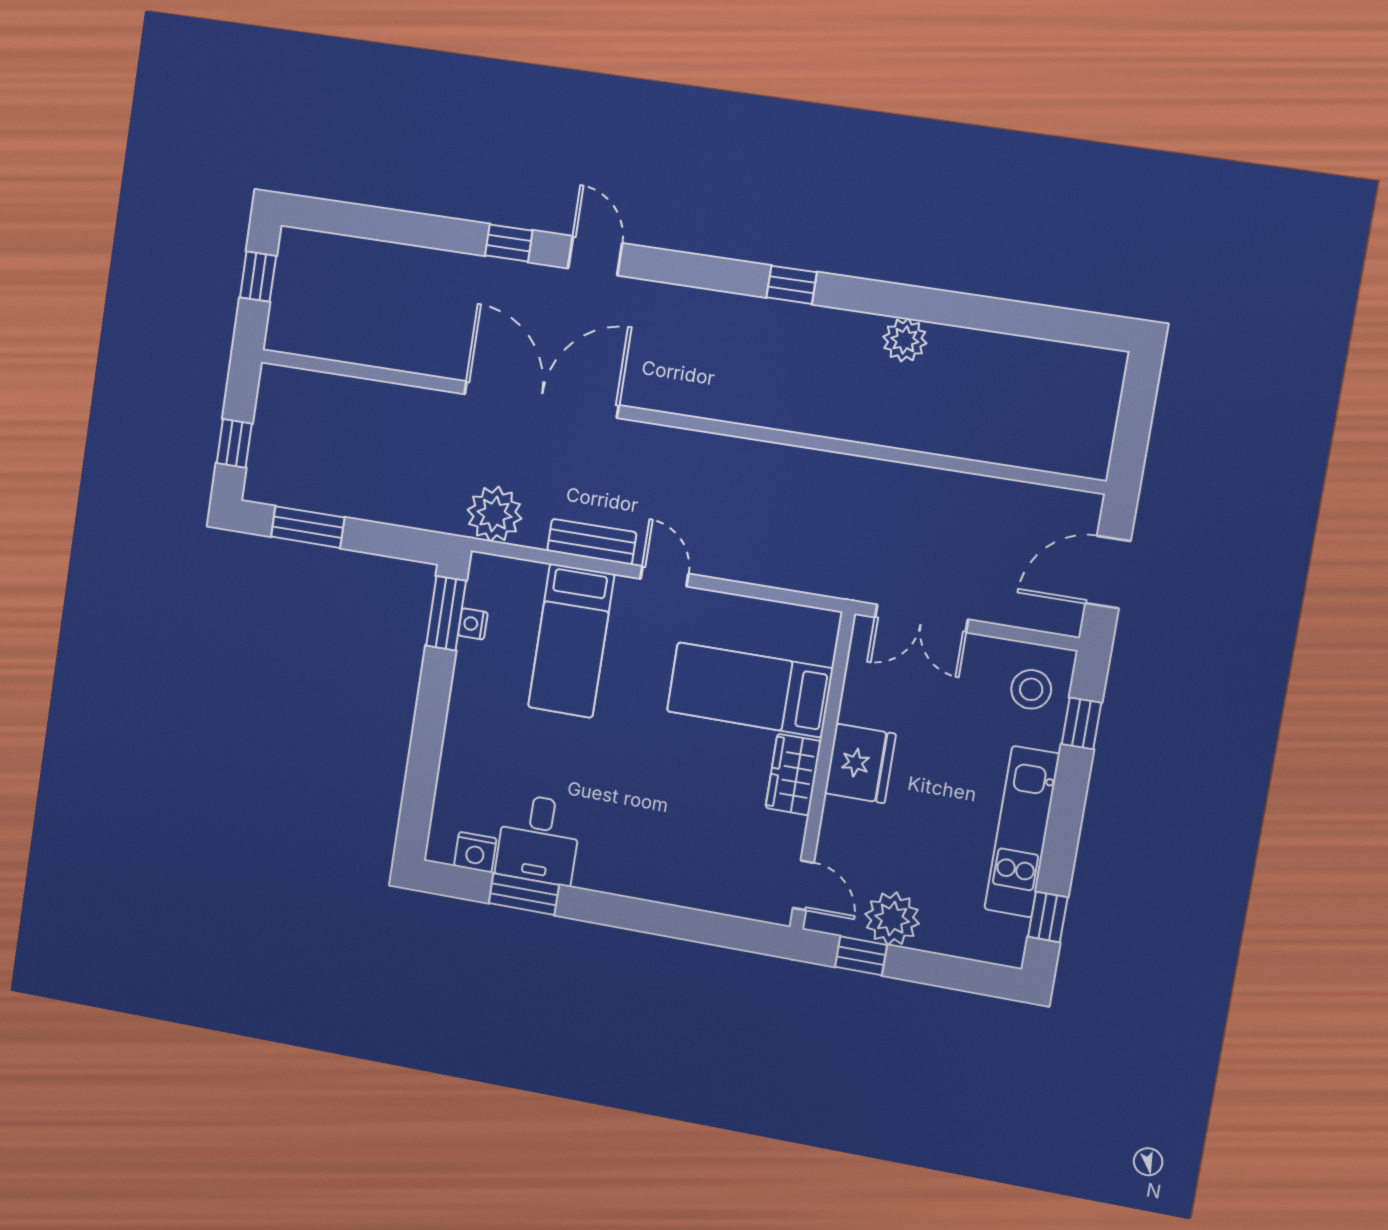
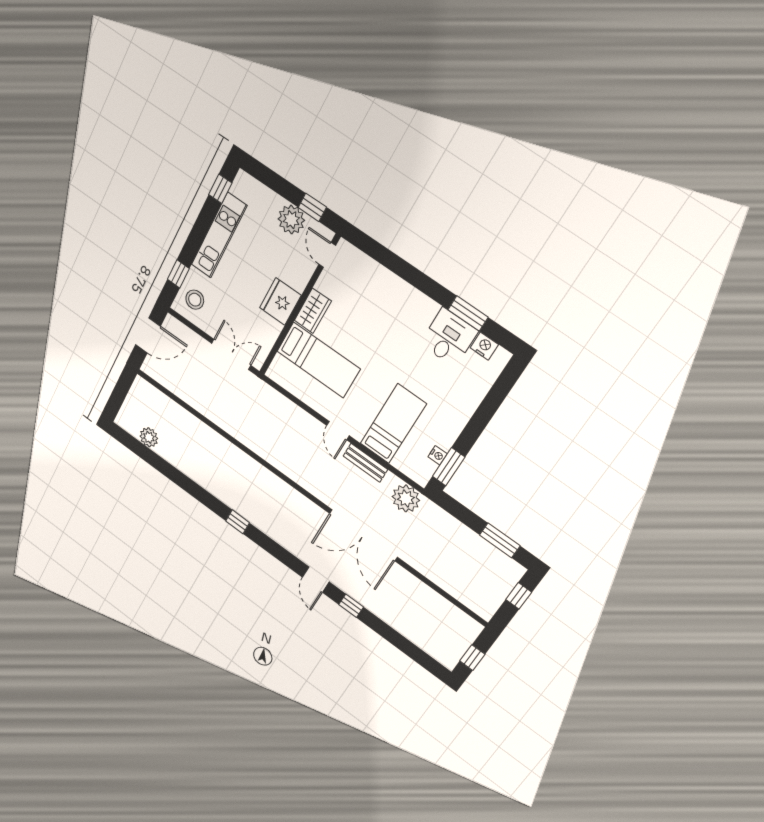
plant: (905, 340) -> (149, 437), moved

